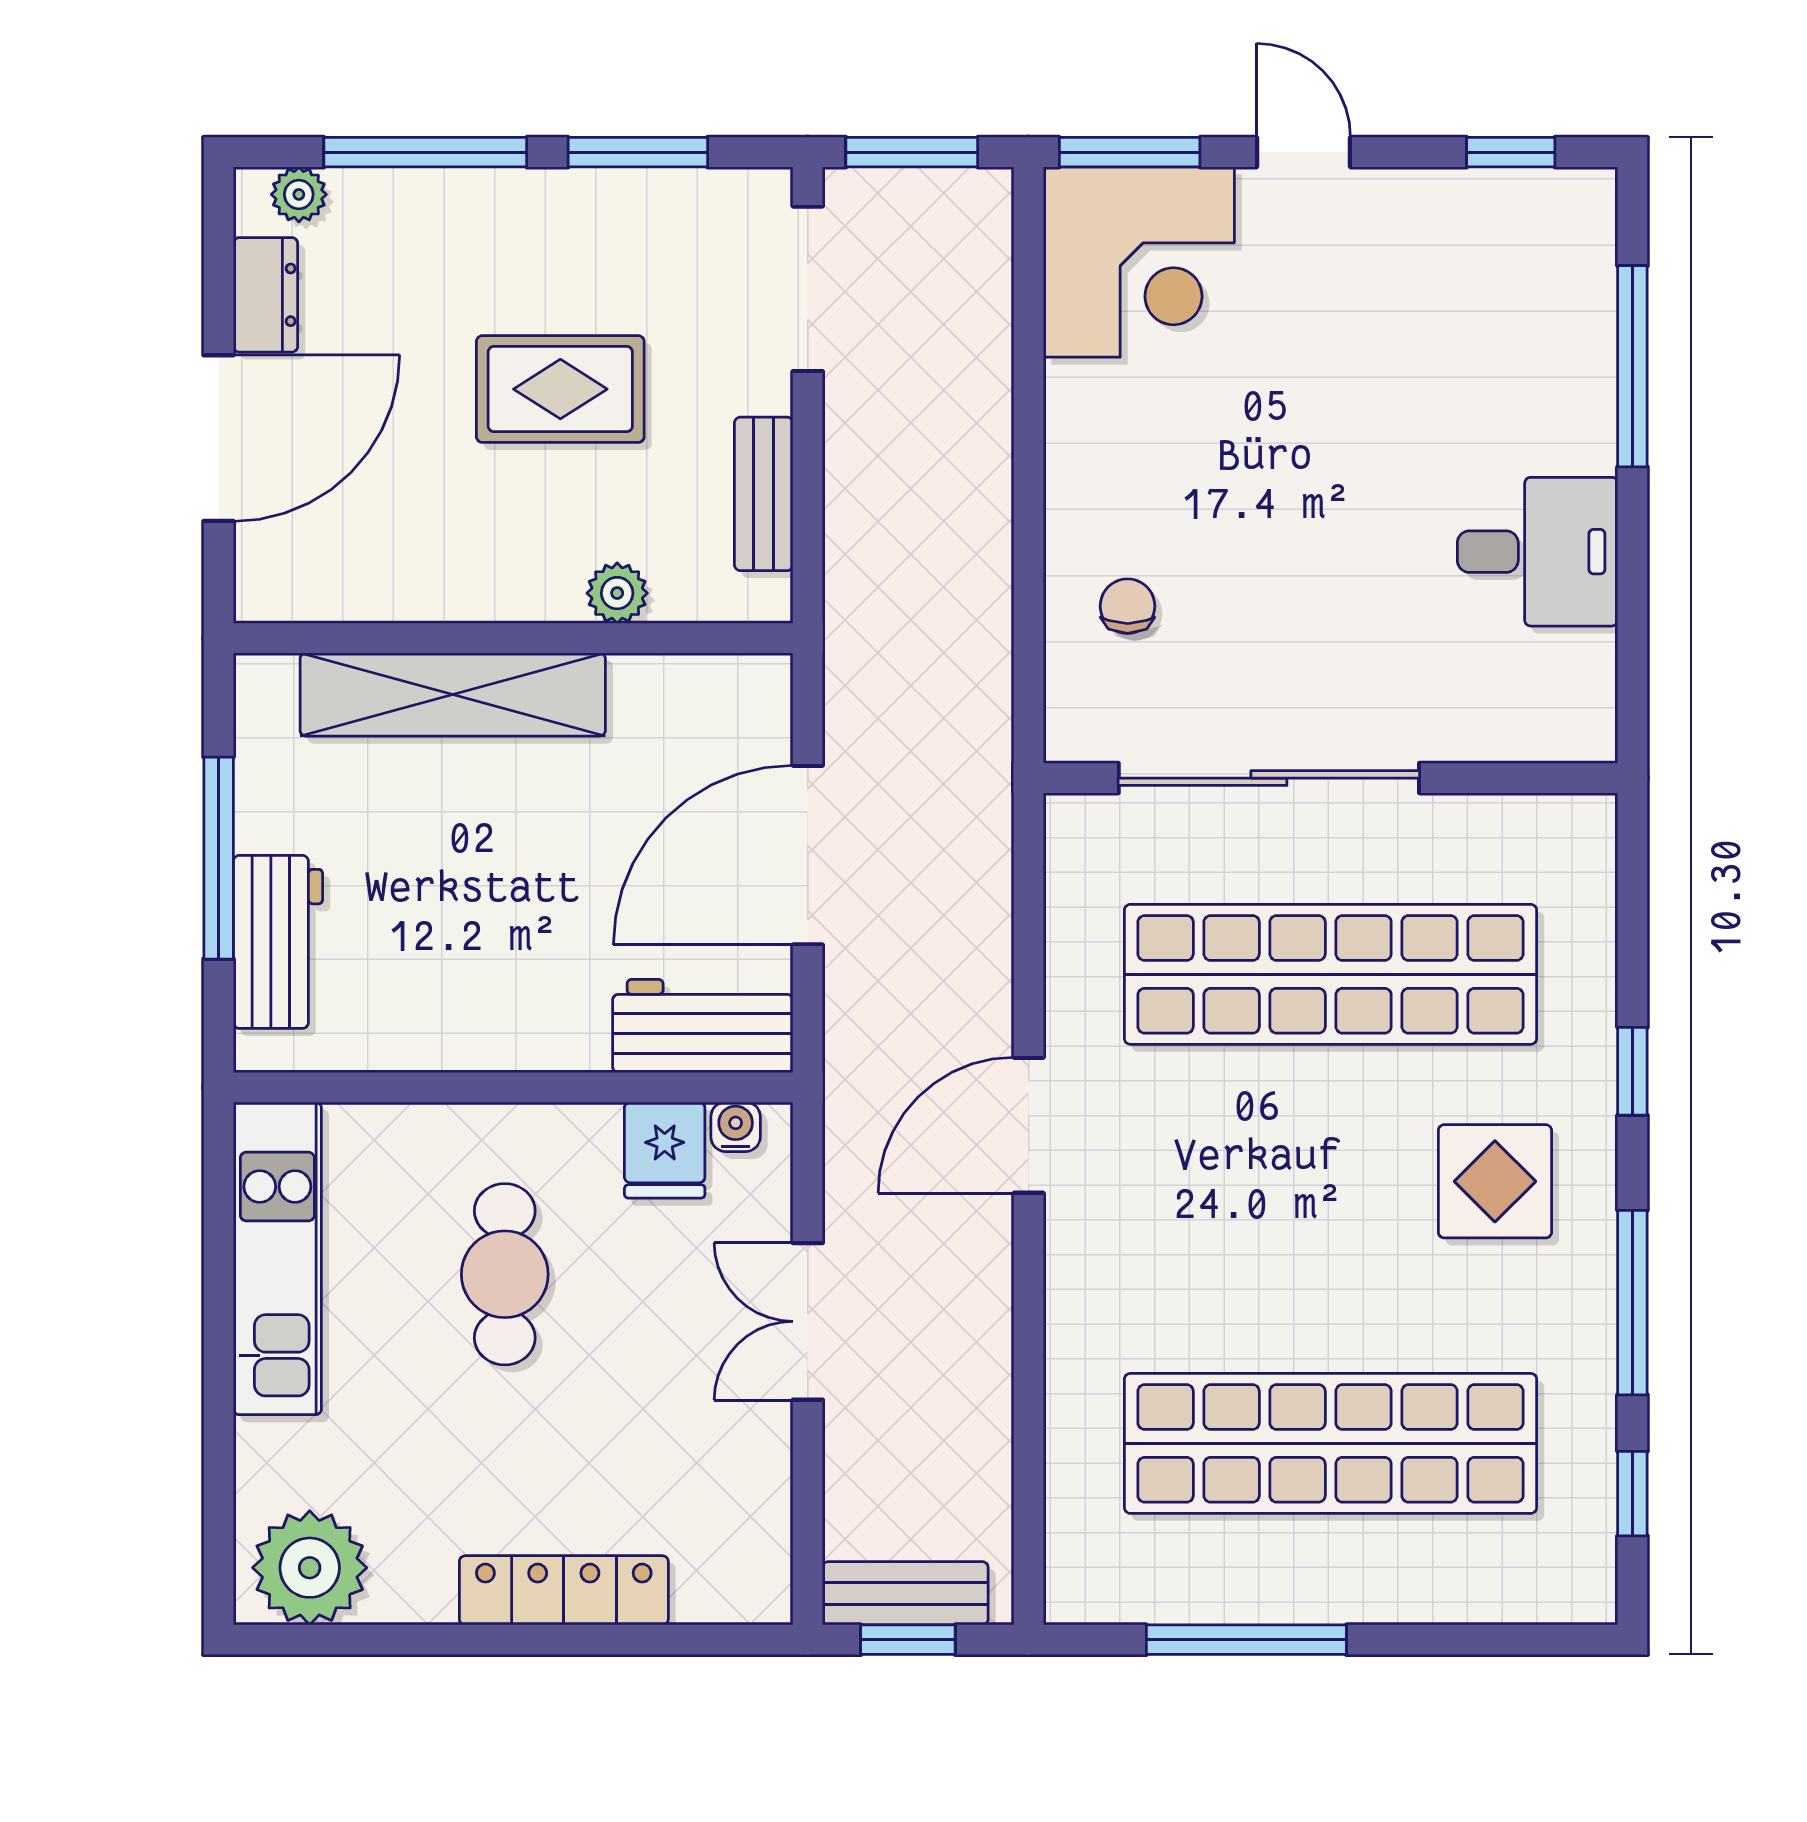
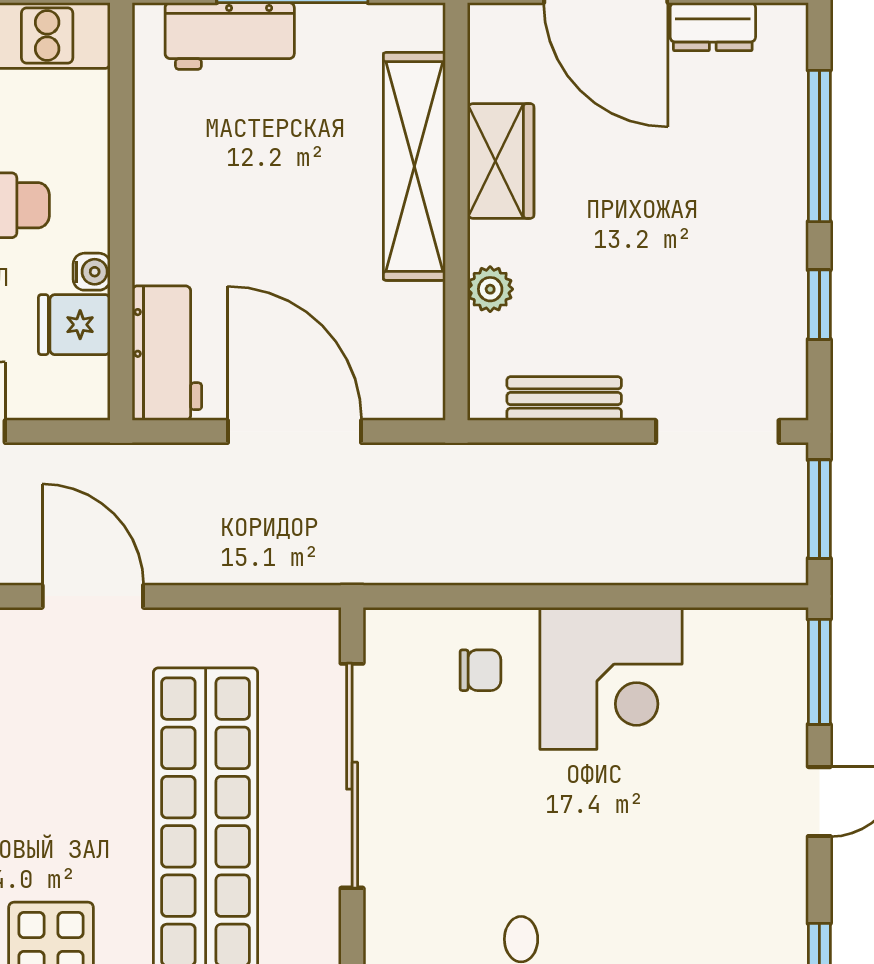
window: (638, 152) -> (819, 305), width x0.67
plant: (299, 194) -> (788, 52), removed
corner desk: (1139, 262) -> (611, 678), moved, turned -90
rug: (560, 389) -> (642, 247), removed
wardrobe: (445, 579) -> (501, 161), added
water cooler: (736, 1127) -> (92, 272), moved

